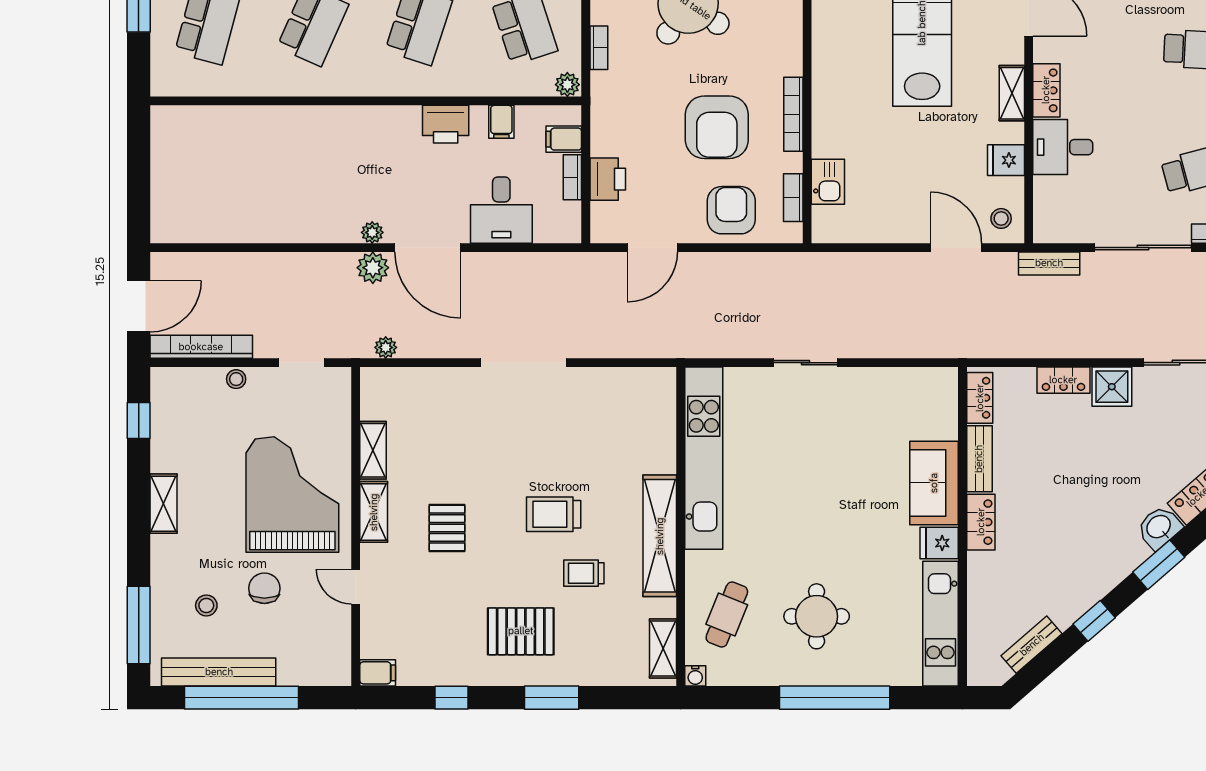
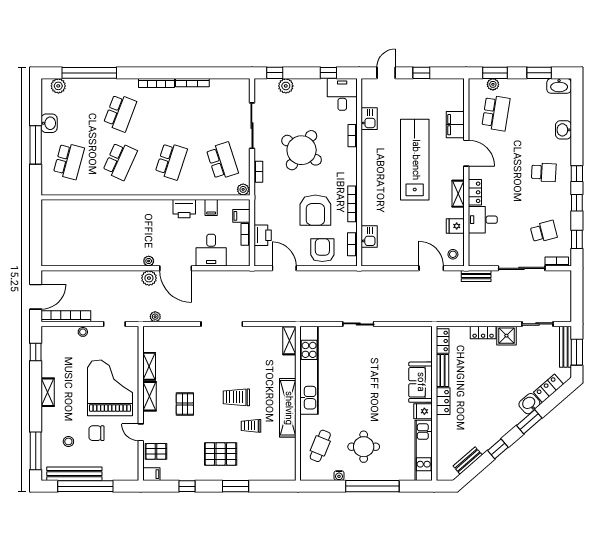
door: (652, 248) -> (284, 268), swing flipped
chair: (264, 588) -> (97, 433), turned -90
pallet: (387, 626) -> (156, 451), added
shelving: (663, 649) -> (289, 340), moved
water cooler: (695, 676) -> (339, 476), moved

